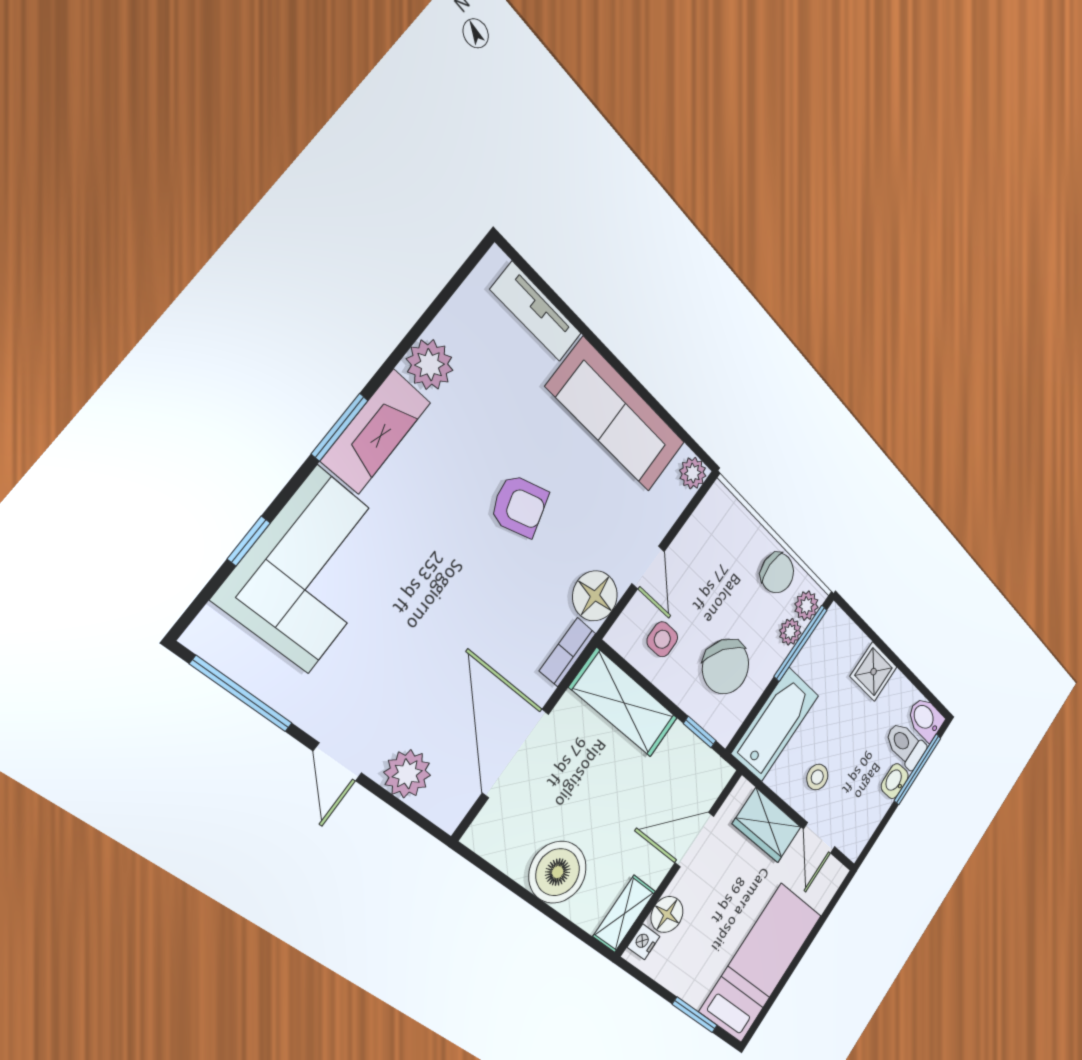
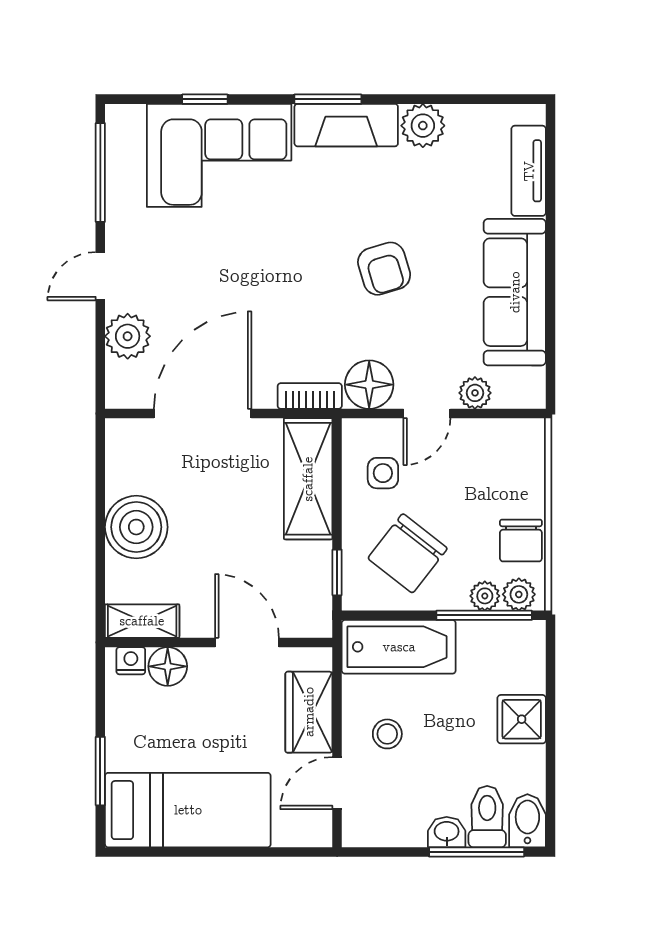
plant: (693, 473) -> (475, 393), moved

